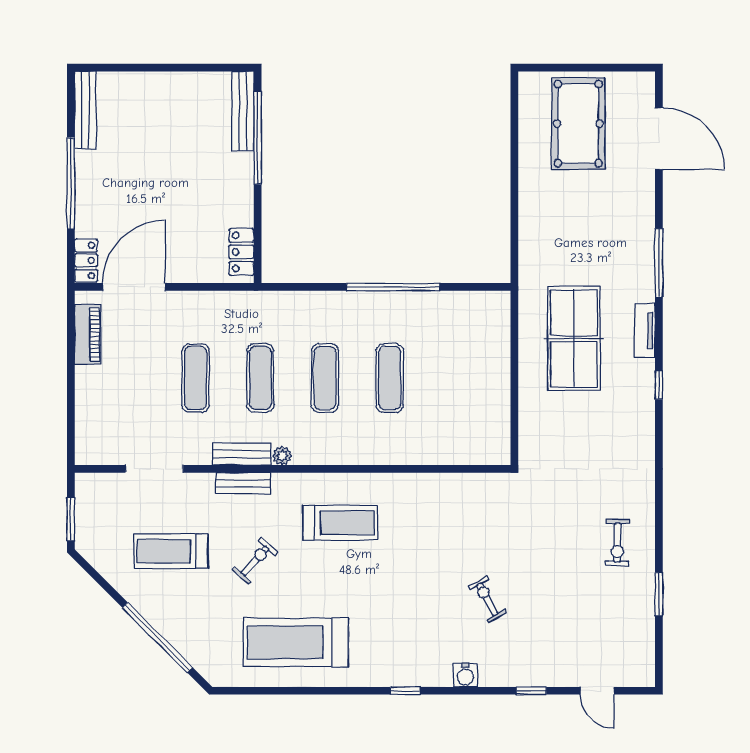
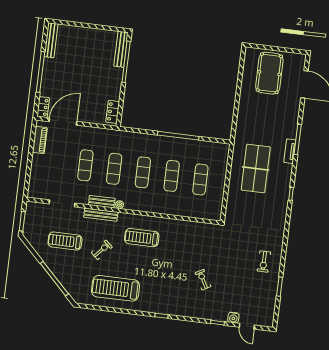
tv unit: (645, 331) -> (290, 151), moved
exercise mat: (454, 378) -> (200, 179), added
bench: (243, 483) -> (101, 215), width x1.36
treadmill: (340, 523) -> (142, 238), turned 180
water cooler: (465, 675) -> (233, 318), moved

